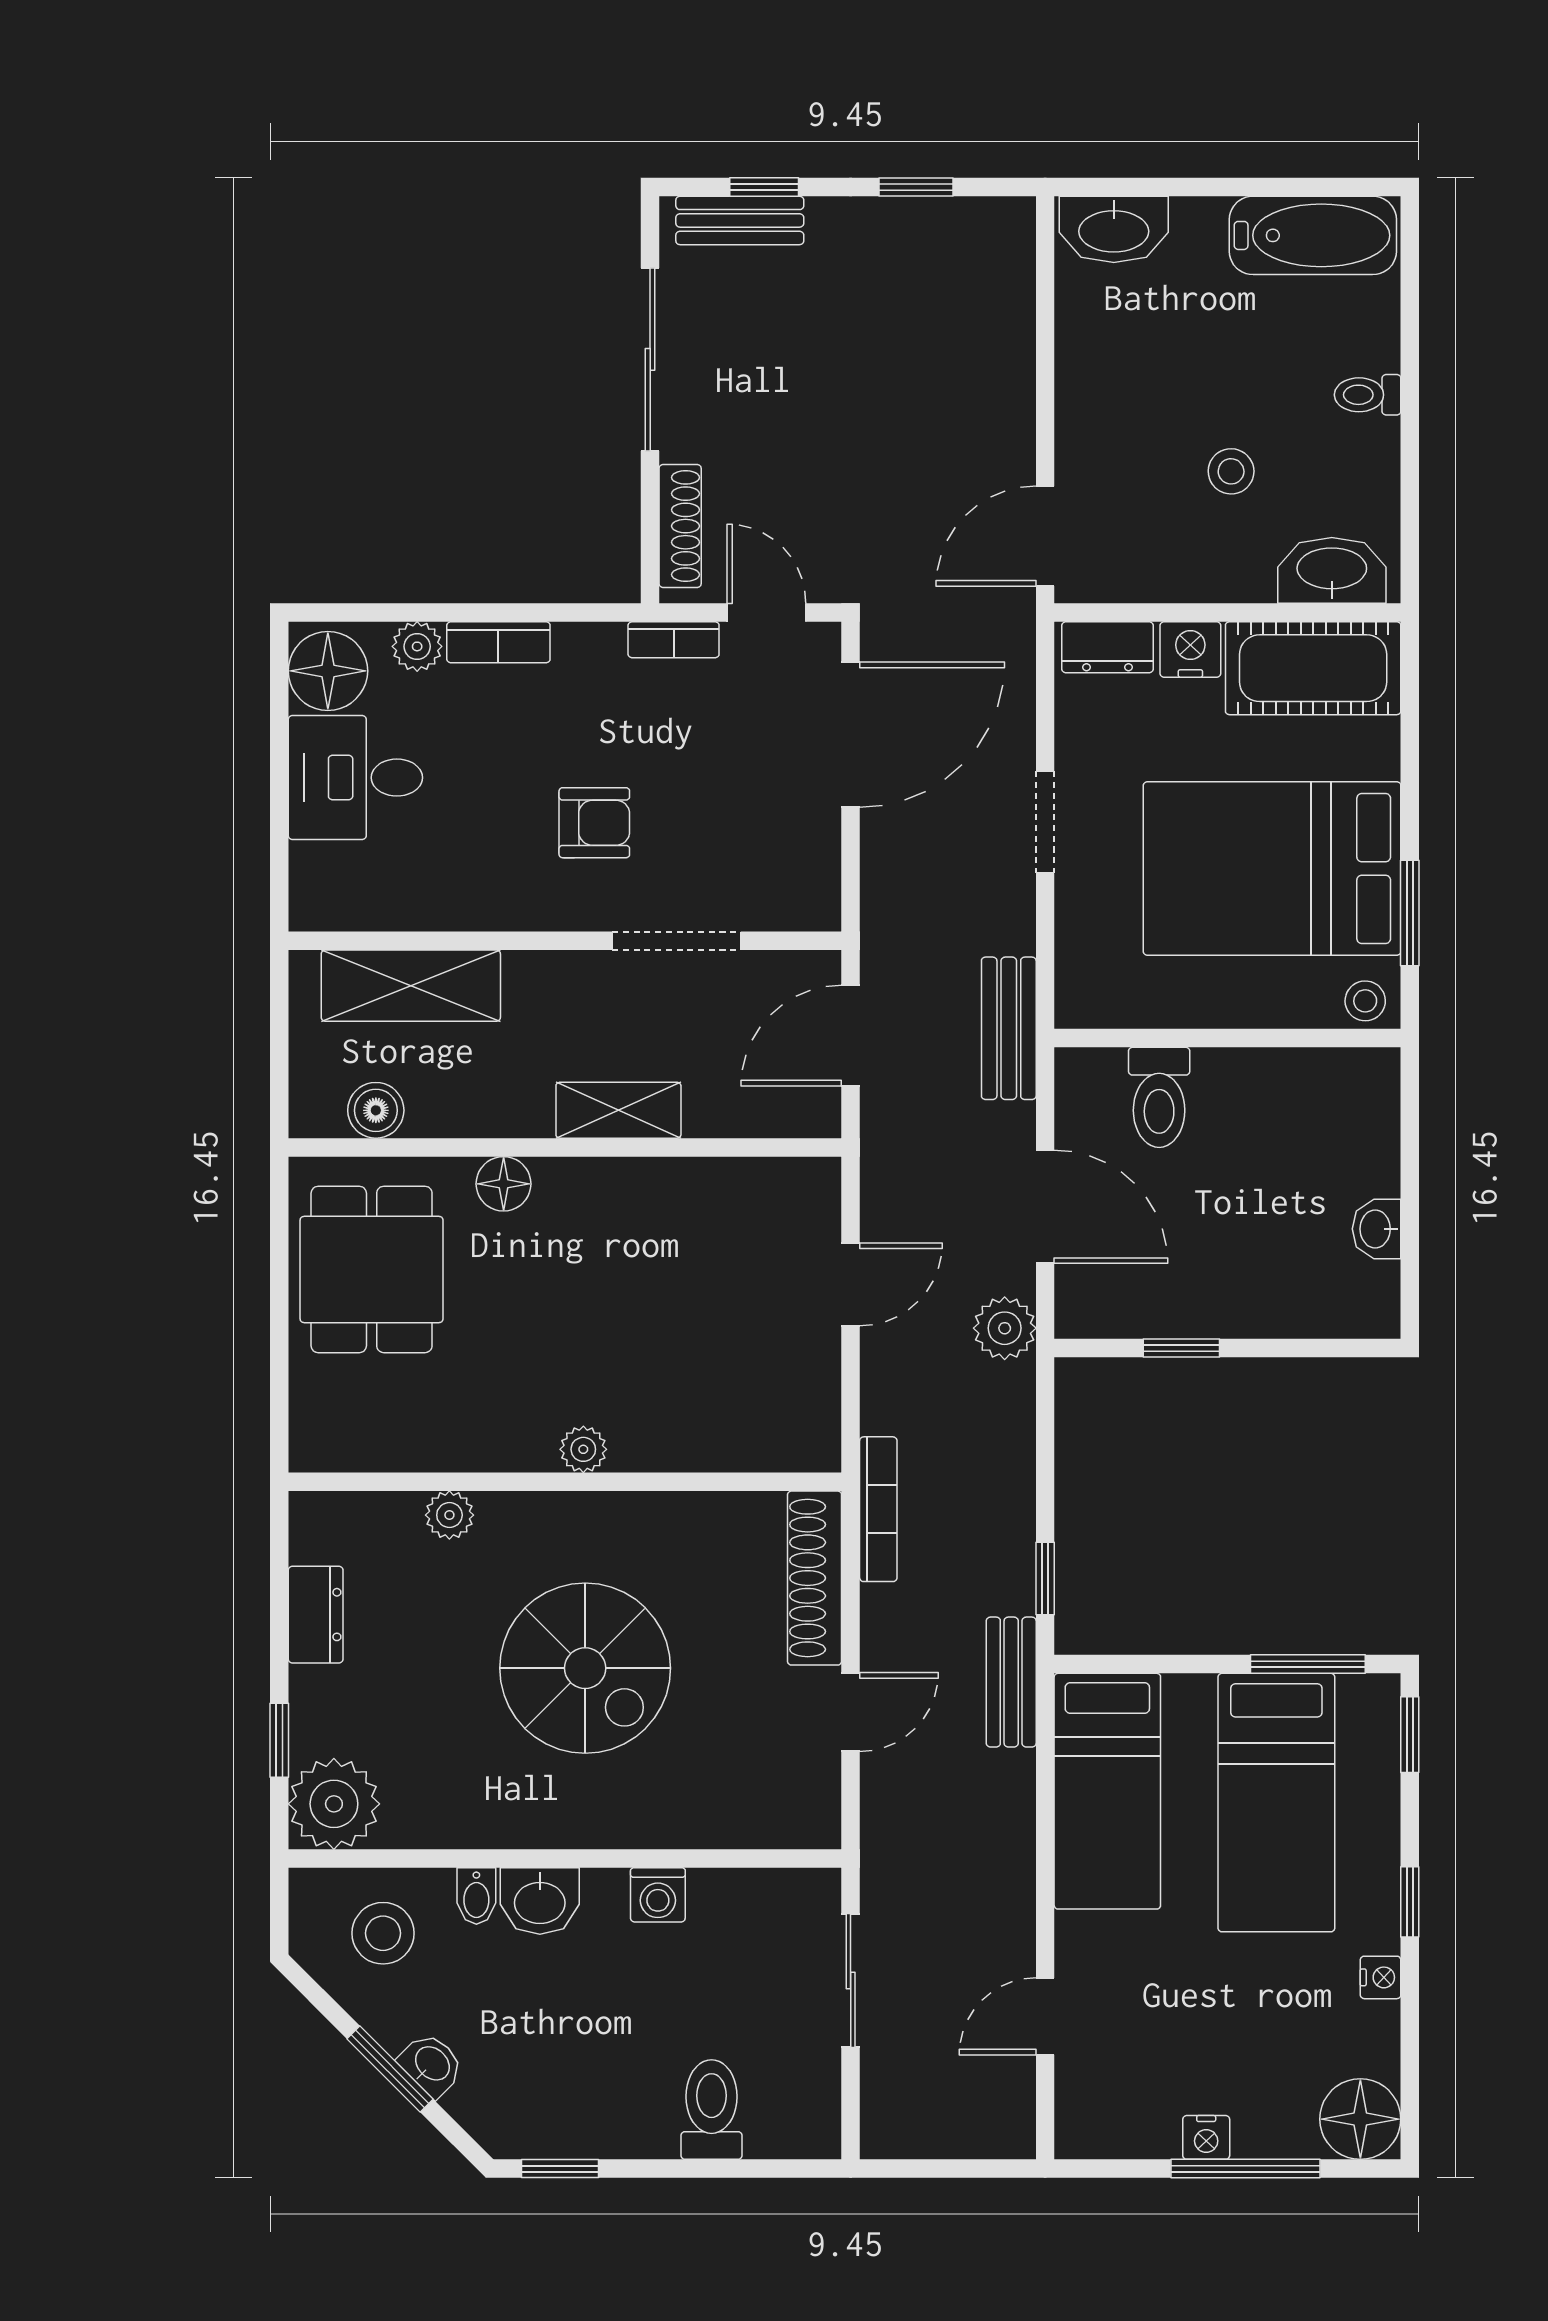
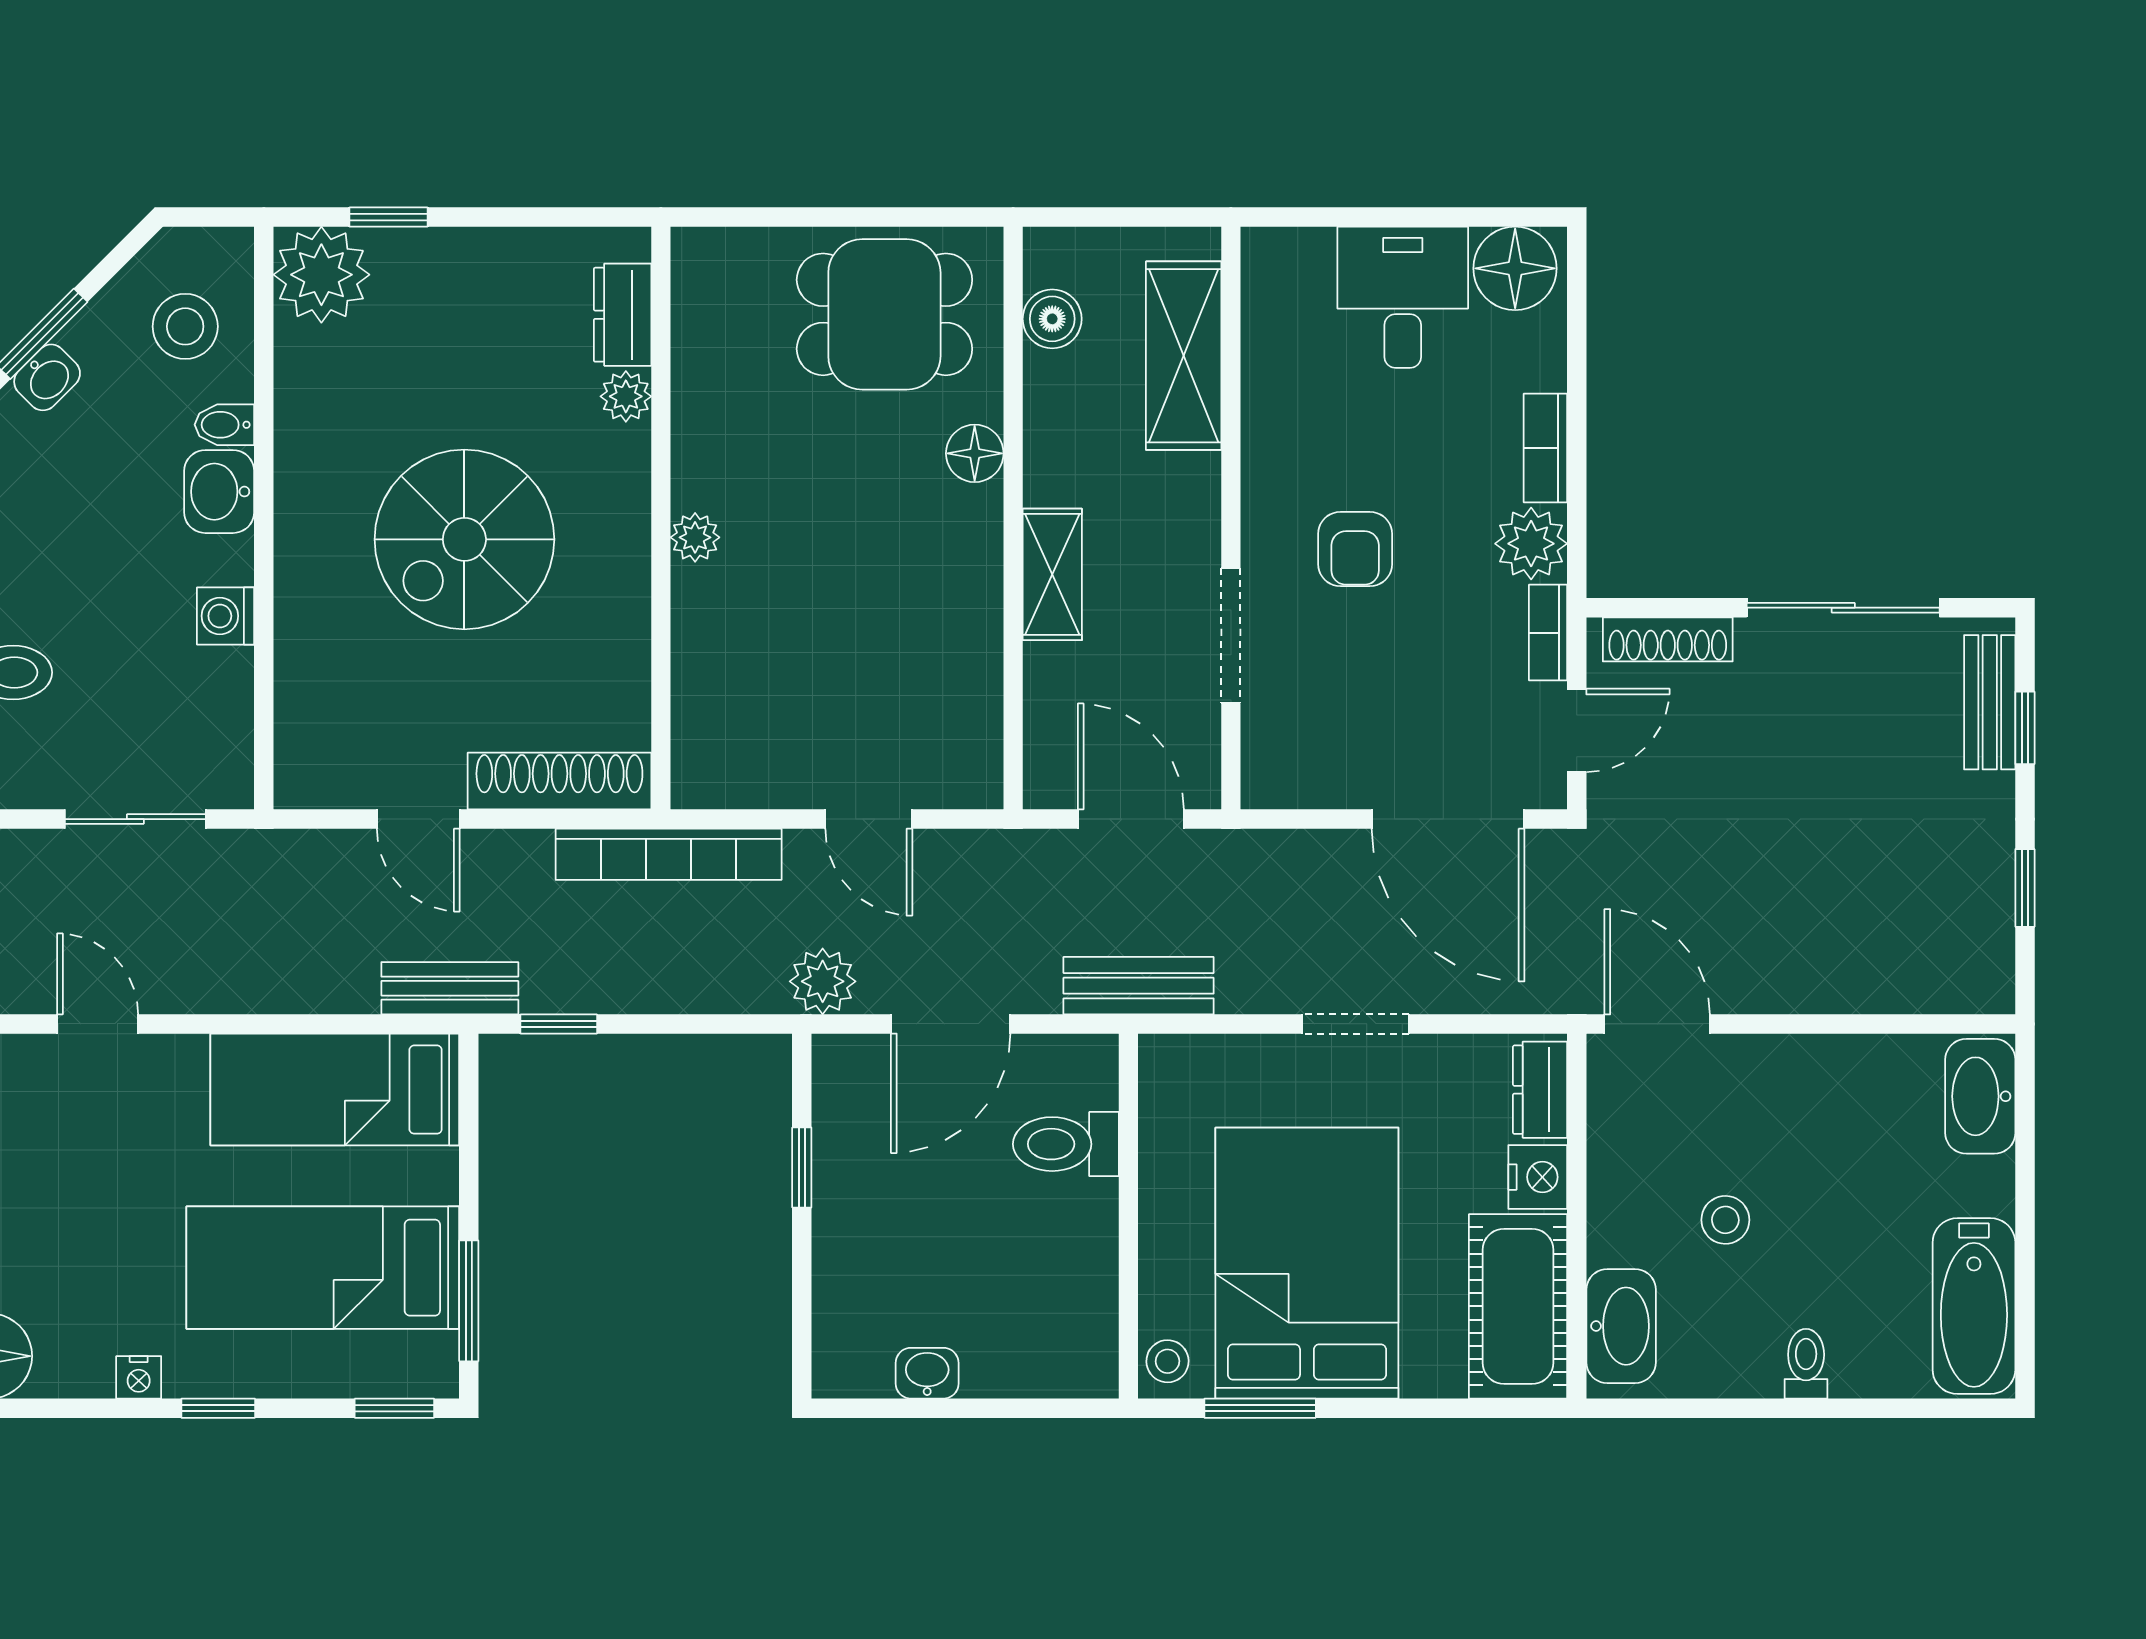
plant: (417, 646) -> (1531, 544), moved, width x1.38, depth x1.38
bookcase: (878, 1509) -> (669, 854), width x1.48, depth x1.31
dresser: (316, 1615) -> (623, 315), moved, turned 90

